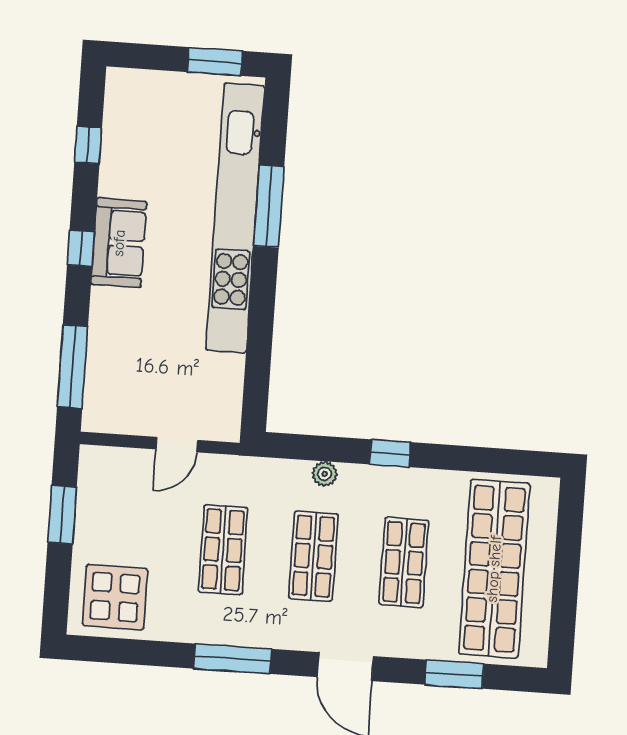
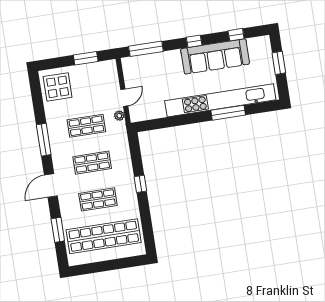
window: (215, 61) -> (279, 63), moved
sofa: (119, 243) -> (215, 56), width x1.85, depth x1.27
door: (177, 445) -> (124, 98), swing flipped
plant: (325, 474) -> (119, 116), moved

